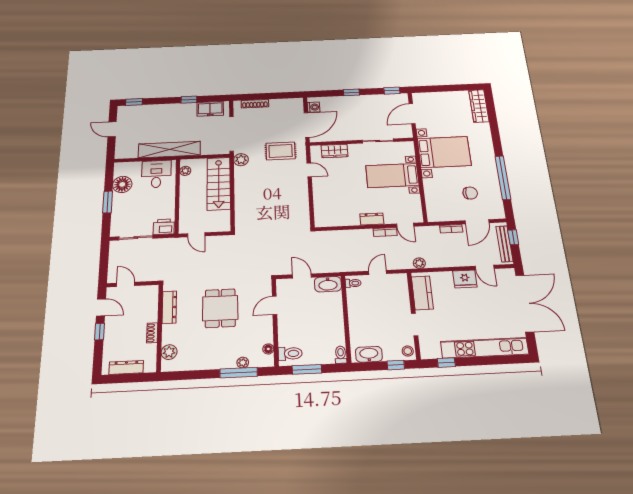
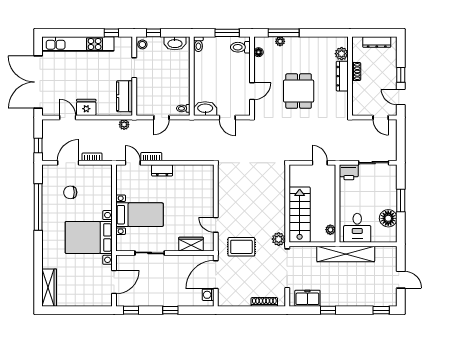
bench: (504, 244) -> (47, 139), removed
dresser: (169, 307) -> (342, 76), moved

